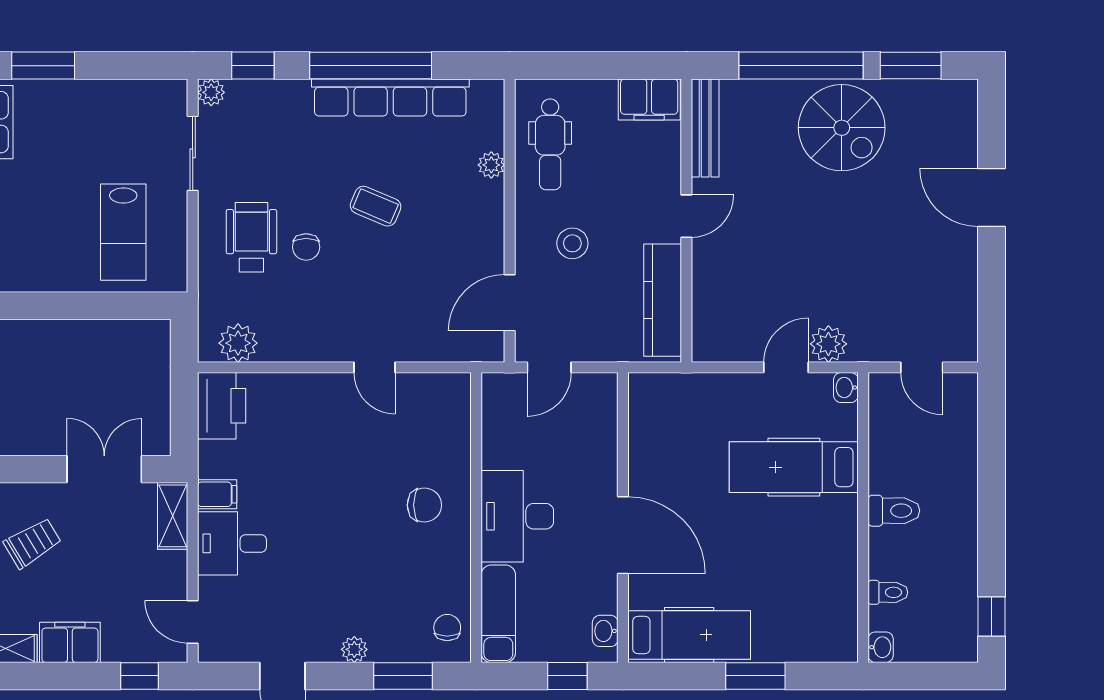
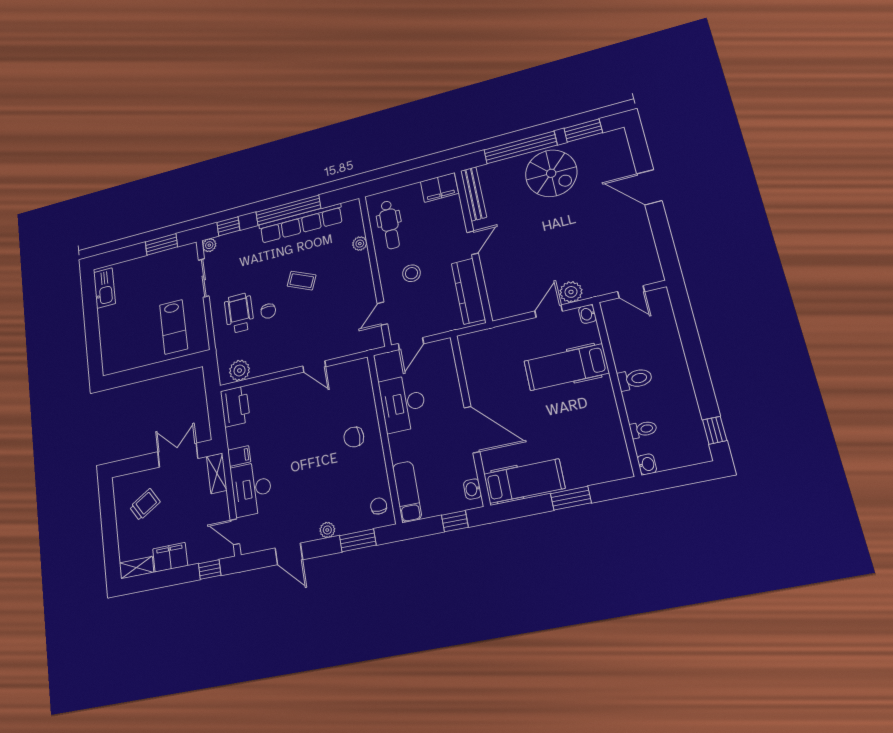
window: (43, 66) -> (161, 244), moved
door: (510, 303) -> (382, 314), width x0.73
chair: (424, 505) -> (354, 437), turned 180
desk: (517, 516) -> (403, 403), moved
desk: (232, 543) -> (252, 489), width x1.37

